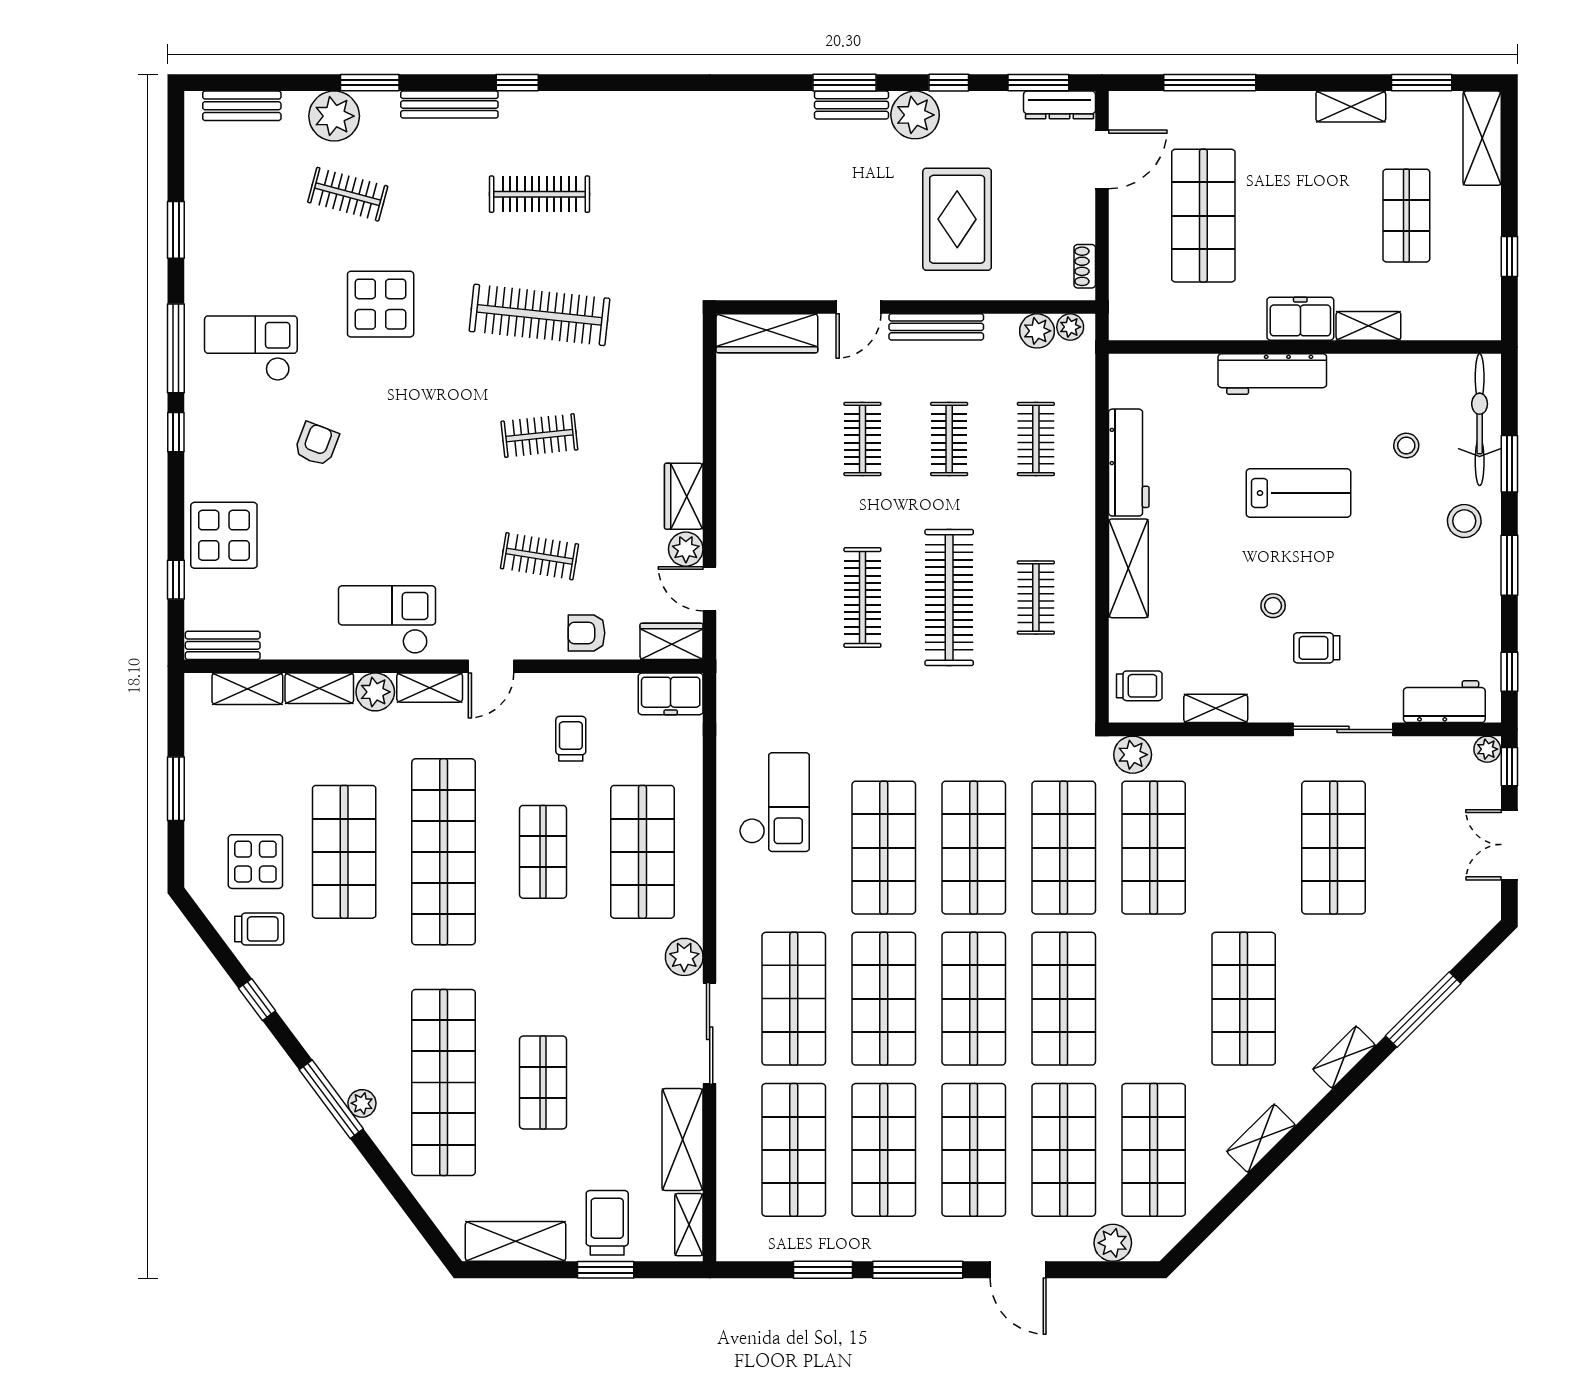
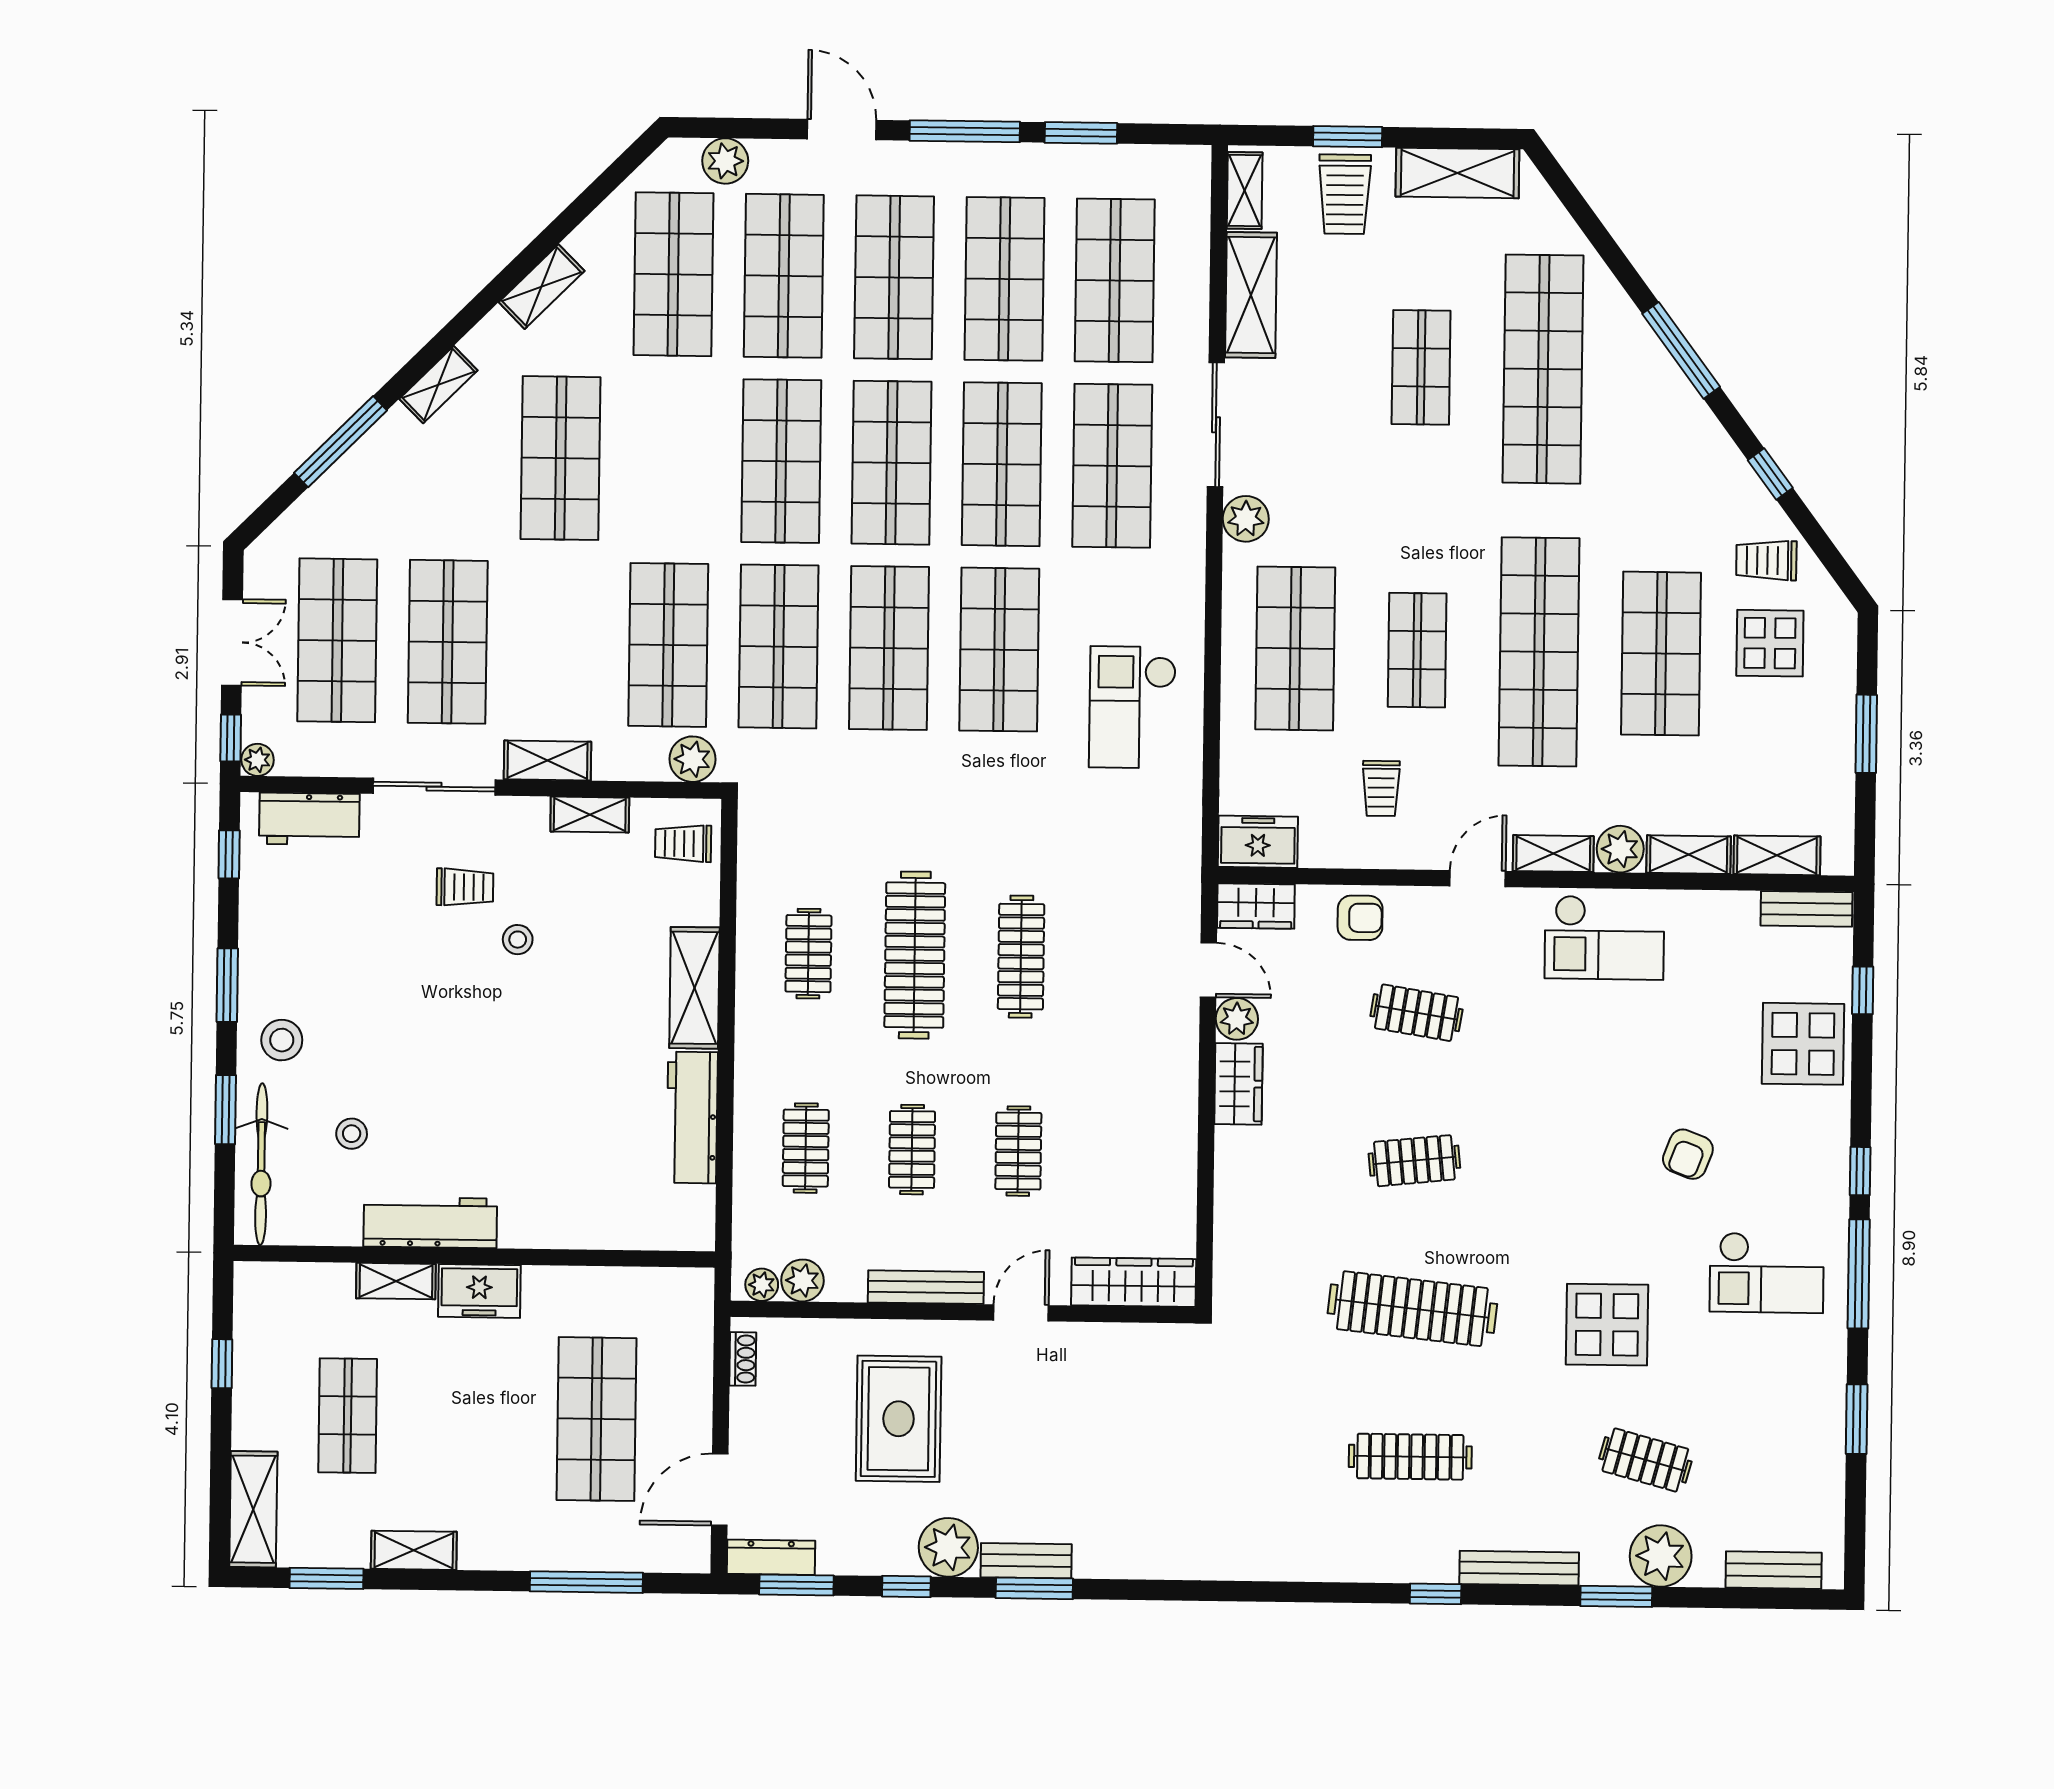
workbench: (1272, 374) -> (430, 1222), moved
lab bench: (1298, 493) -> (485, 1077), removed
shelving: (1251, 752) -> (547, 761), added
shop shelf: (1424, 848) -> (337, 640), added
plant: (362, 1103) -> (1643, 345), removed

